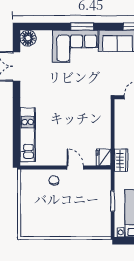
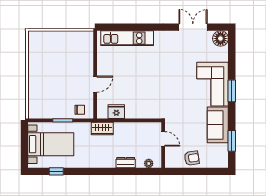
fridge: (104, 157) -> (116, 112), moved
chair: (54, 180) -> (80, 110), moved

